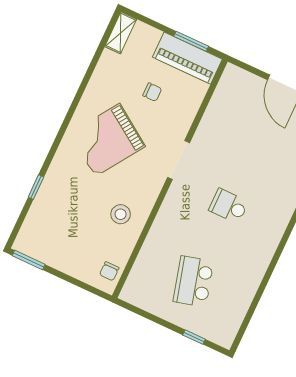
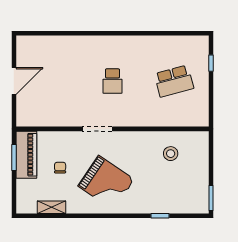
shelving: (121, 33) -> (52, 207), moved
stool: (121, 214) -> (171, 154), moved
chair: (109, 271) -> (193, 140), removed

